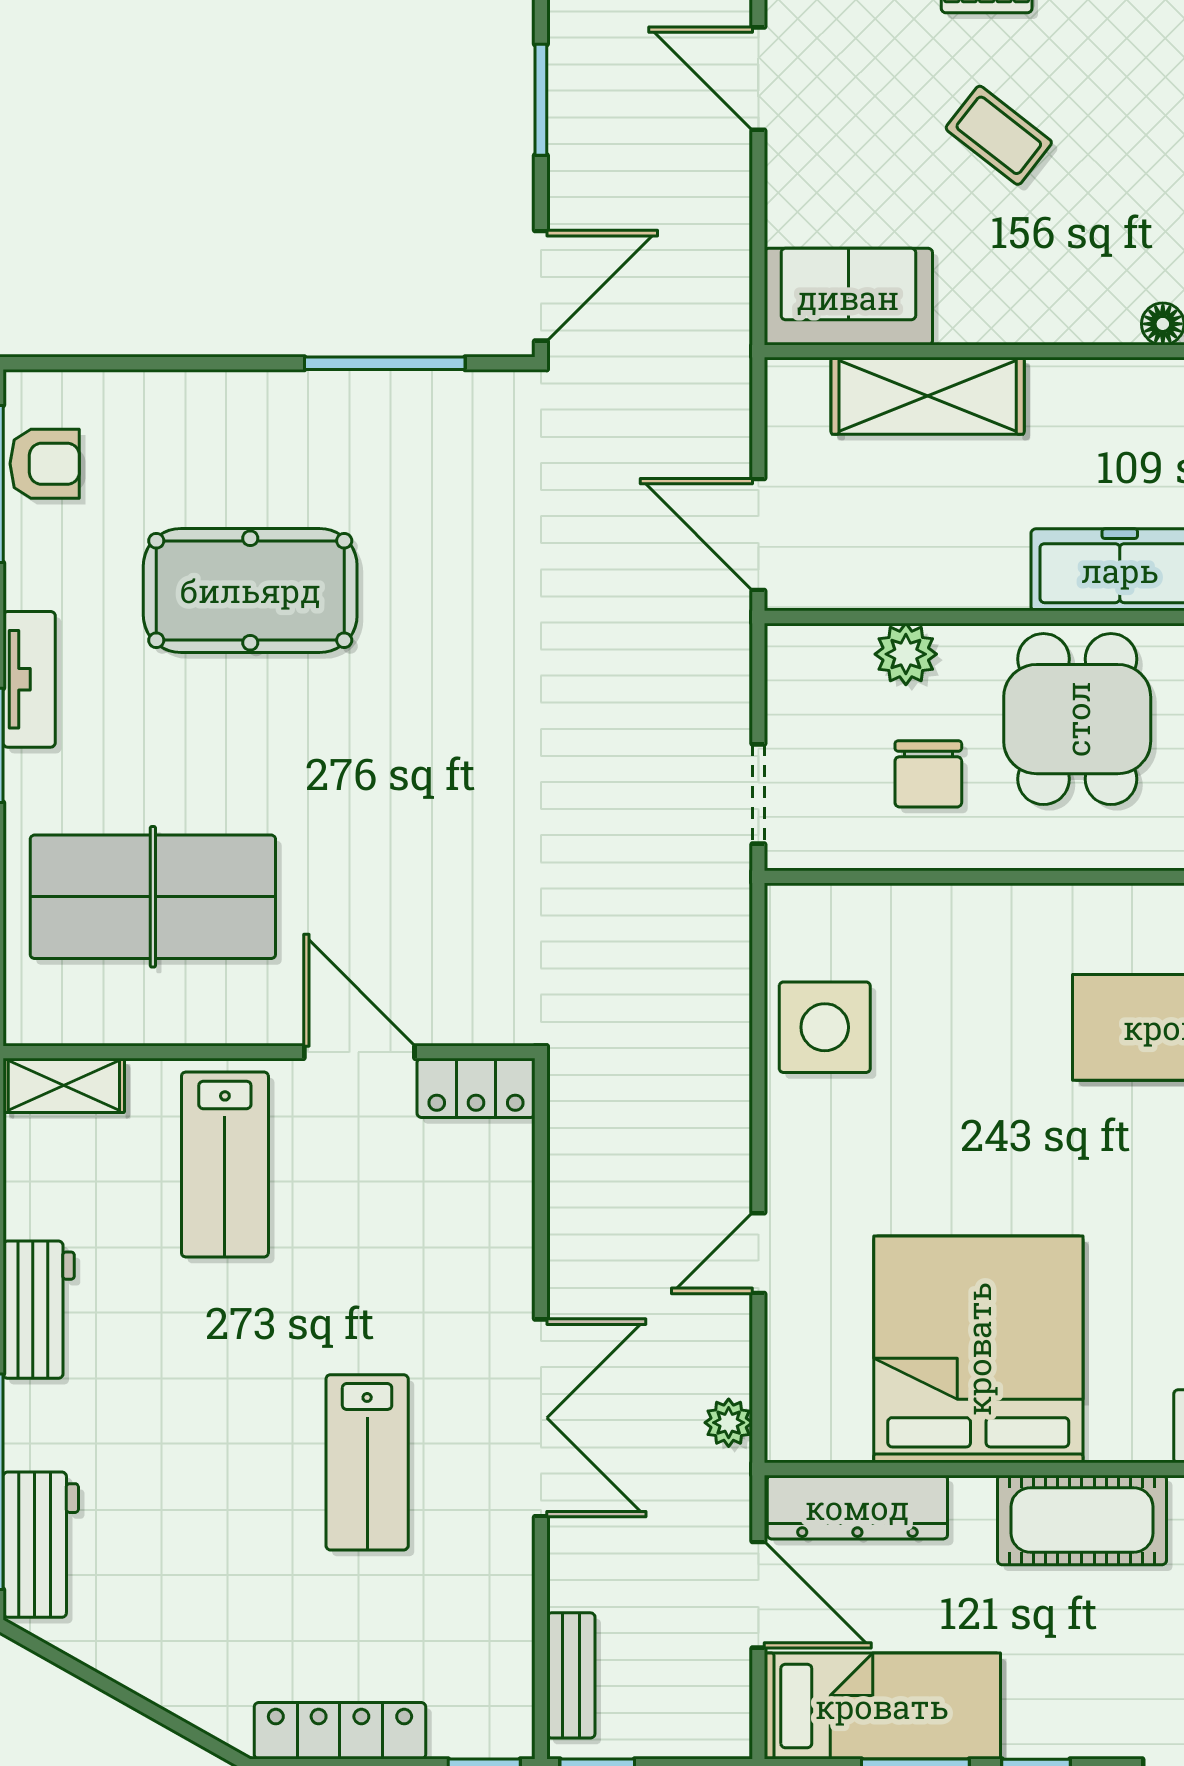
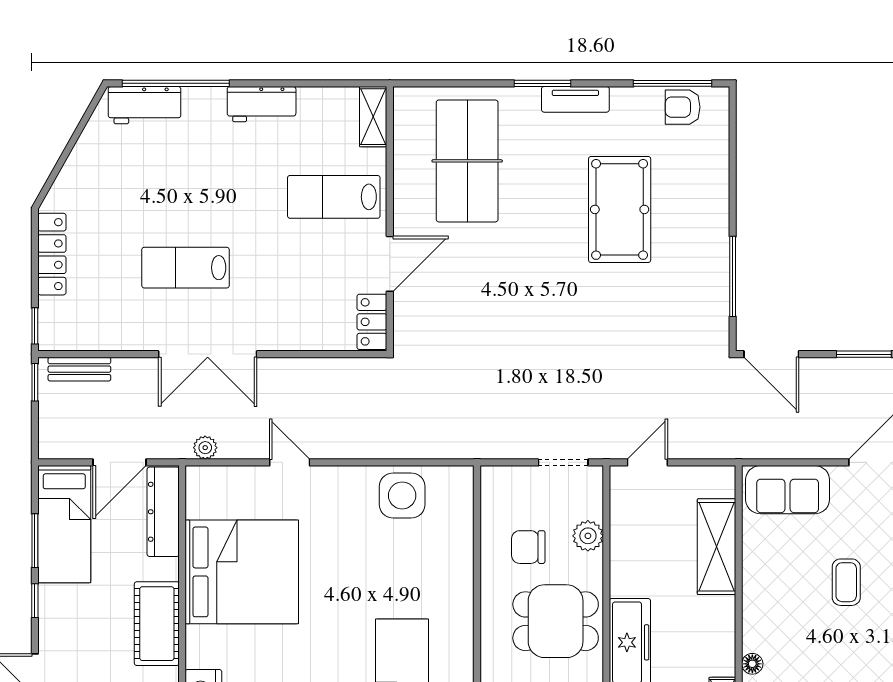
coffee table: (999, 135) -> (846, 582), turned -38
sofa: (848, 297) -> (788, 490), moved, turned 90
armchair: (45, 464) -> (683, 107), turned 90
door: (758, 535) -> (647, 462), width x0.73
doorway: (758, 794) -> (563, 462), moved

